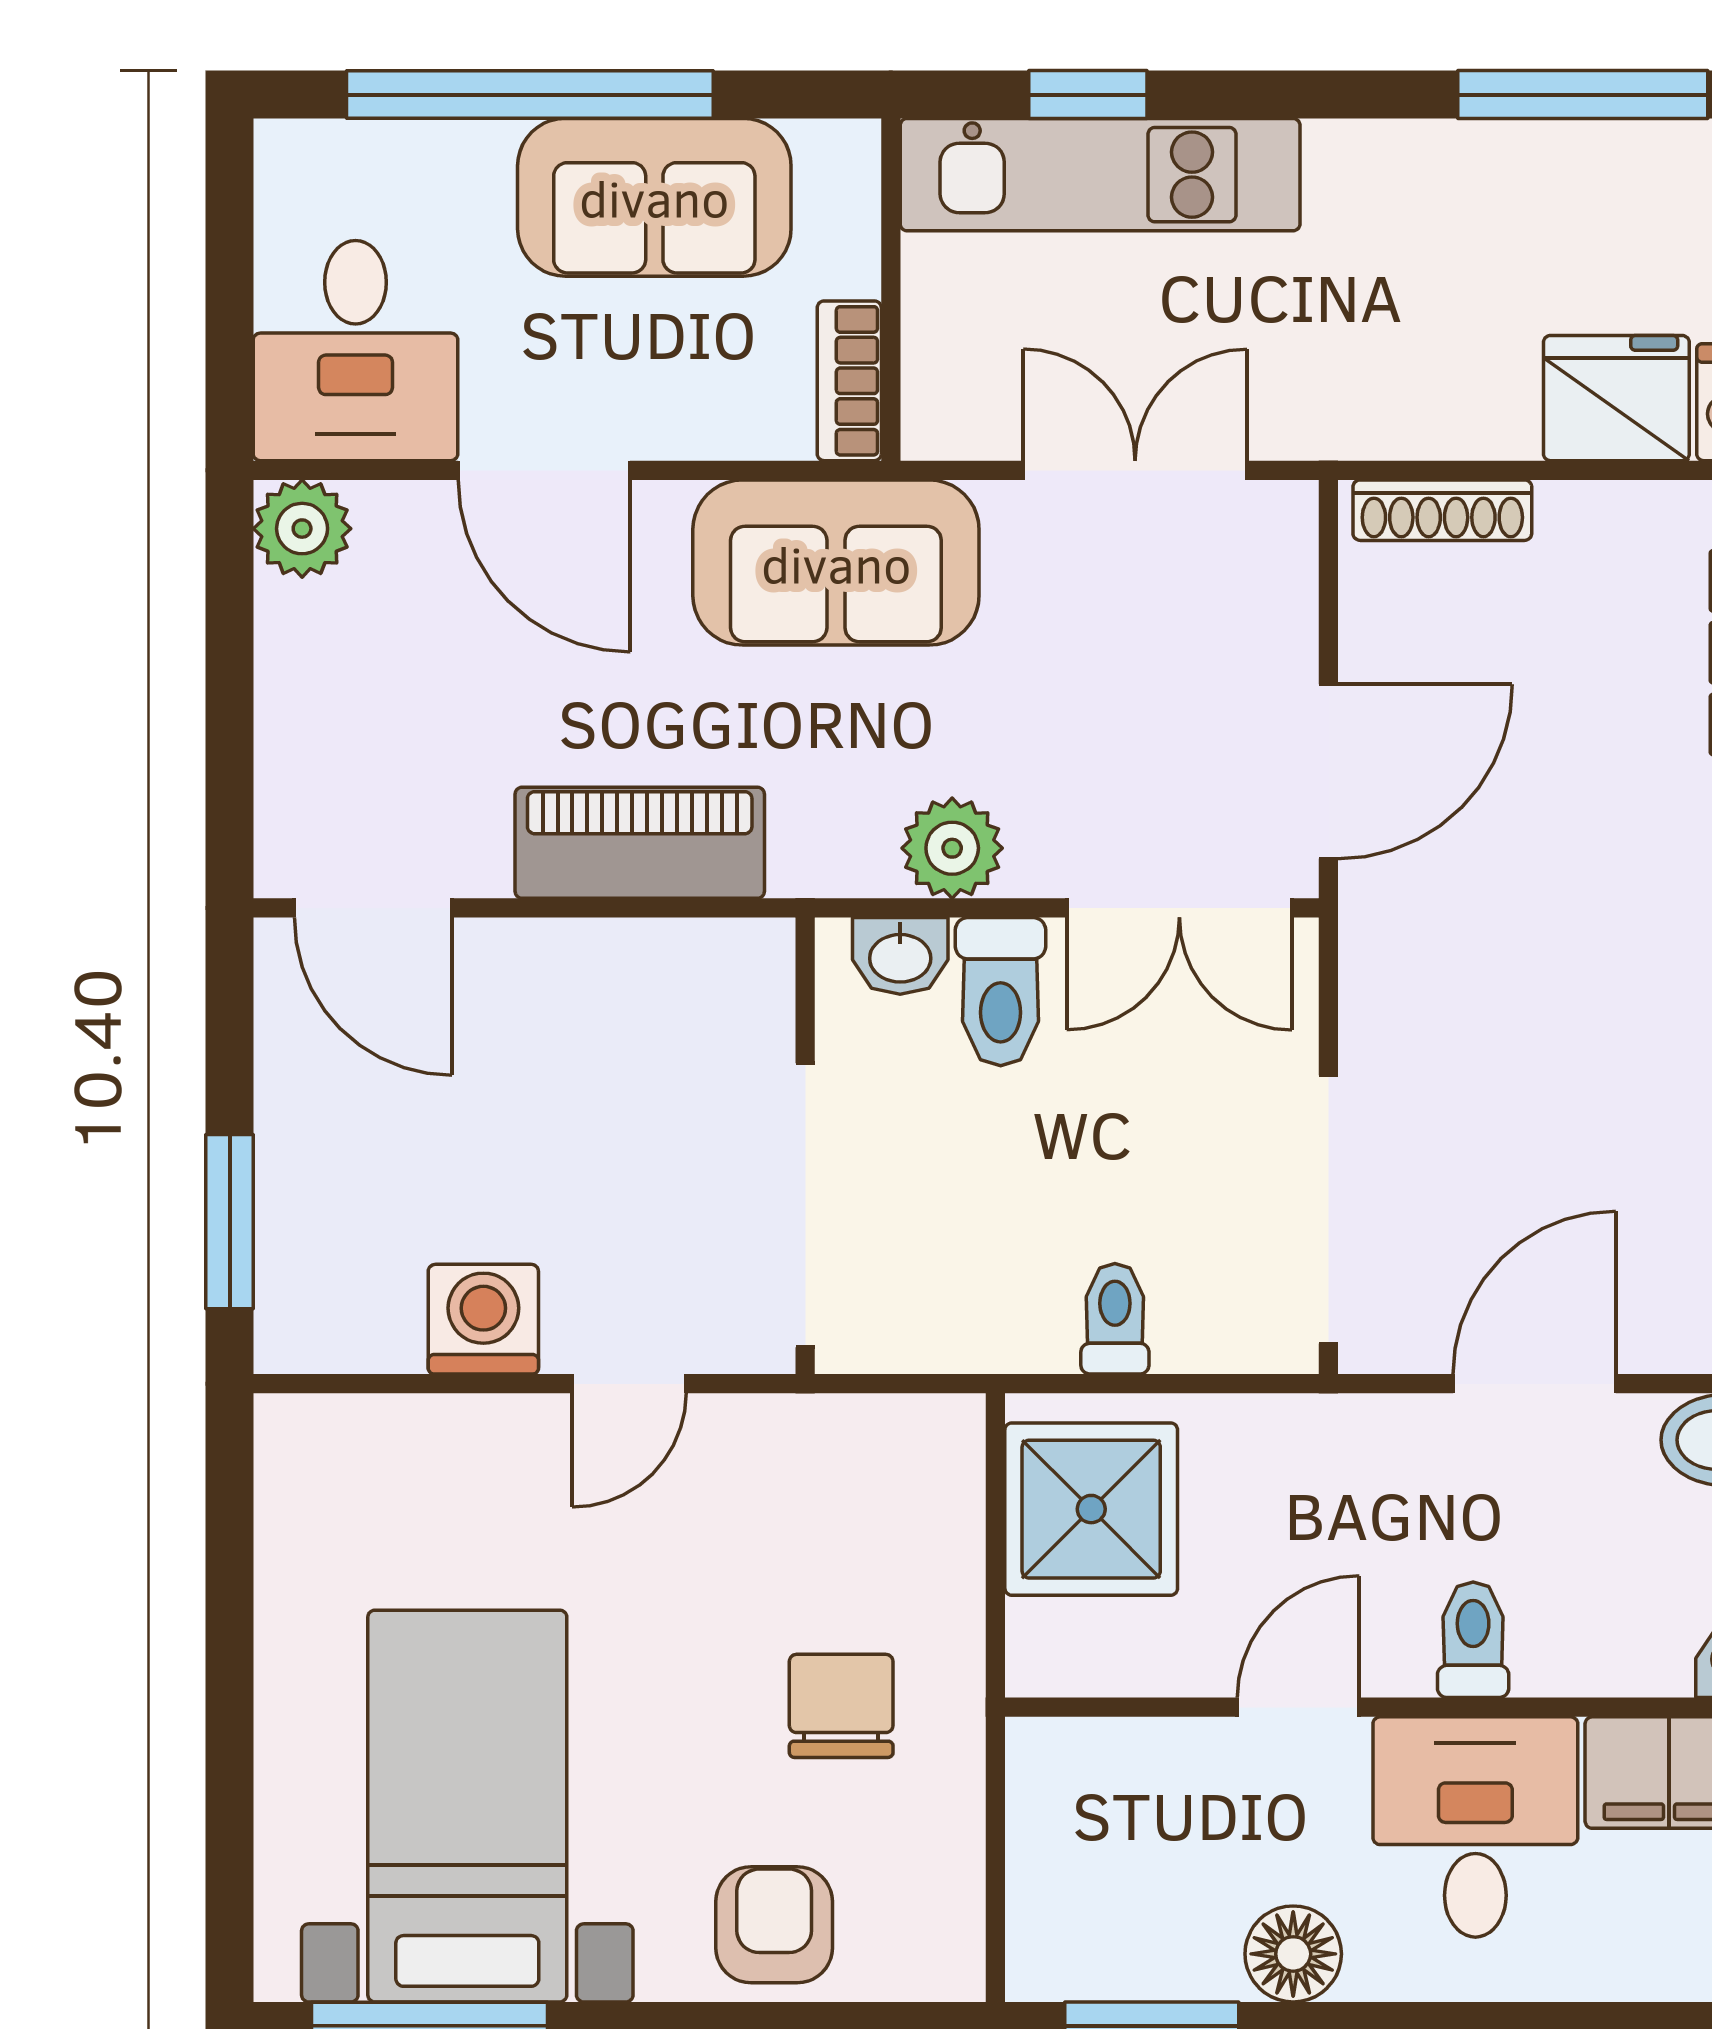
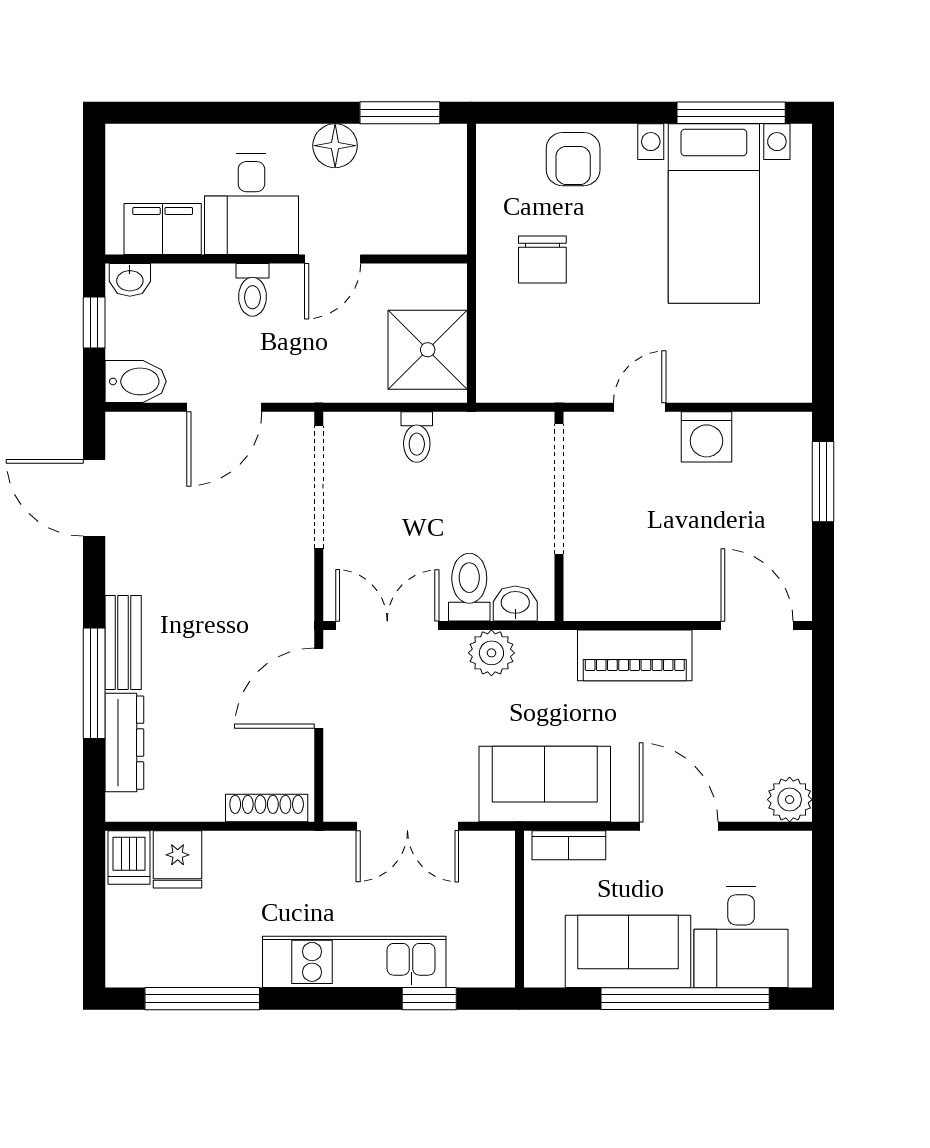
kitchen unit: (1100, 175) -> (354, 962), moved
desk: (356, 351) -> (741, 937), moved, turned 180
bookcase: (849, 381) -> (569, 845), moved, turned 90
fridge: (1616, 398) -> (178, 859), width x0.72

